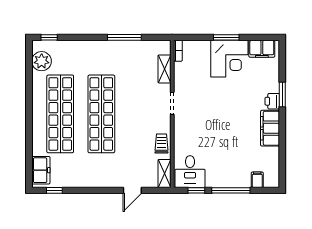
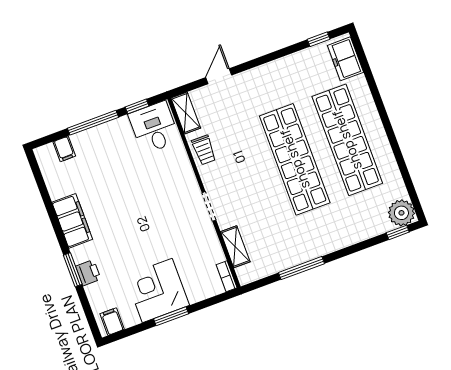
filing cabinet: (262, 49) -> (112, 322), width x0.50
plant: (42, 61) -> (401, 213), moved
printer: (272, 101) -> (88, 273), moved

